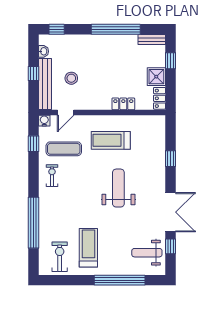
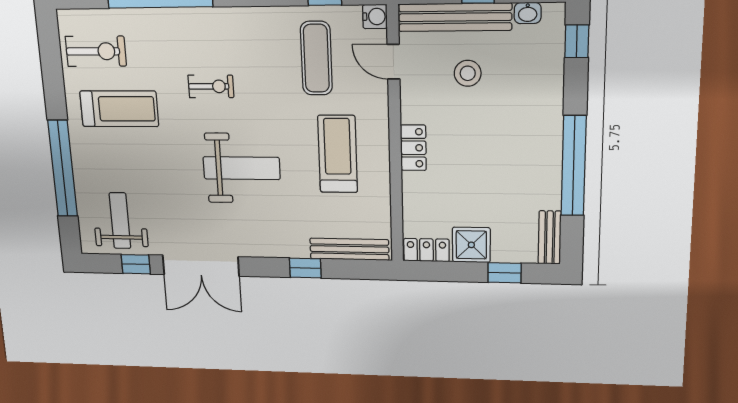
locker: (123, 104) -> (413, 148), moved
bench: (160, 136) -> (349, 249), added
exercise bike: (52, 176) -> (211, 86), moved

